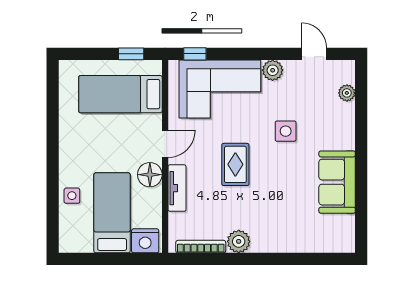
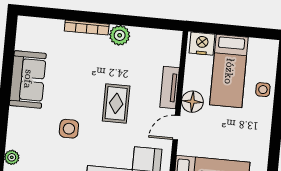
bookcase: (201, 247) -> (87, 28), moved

